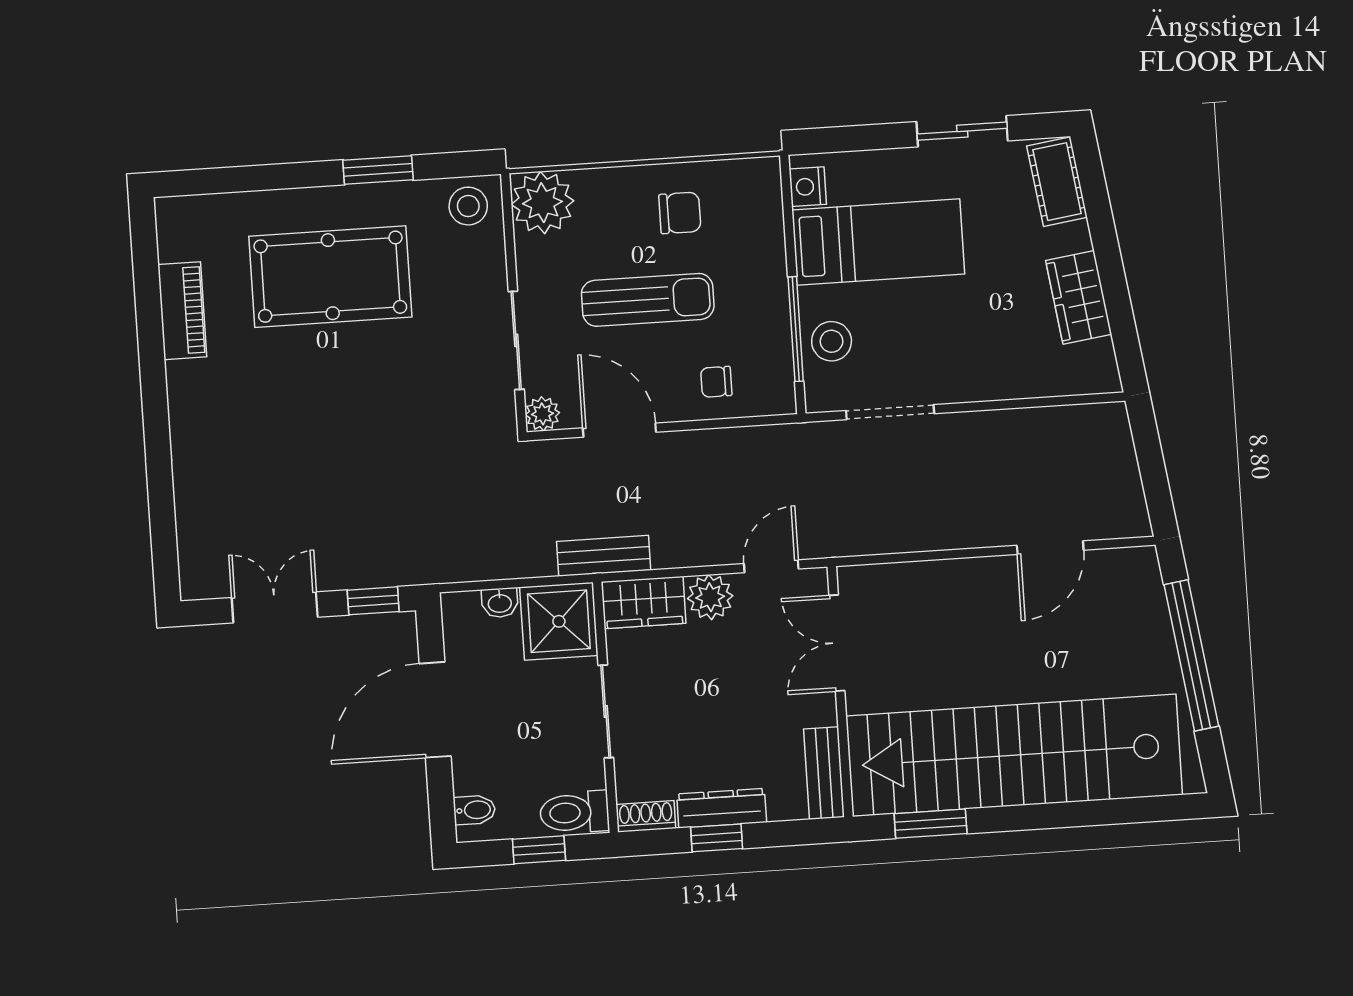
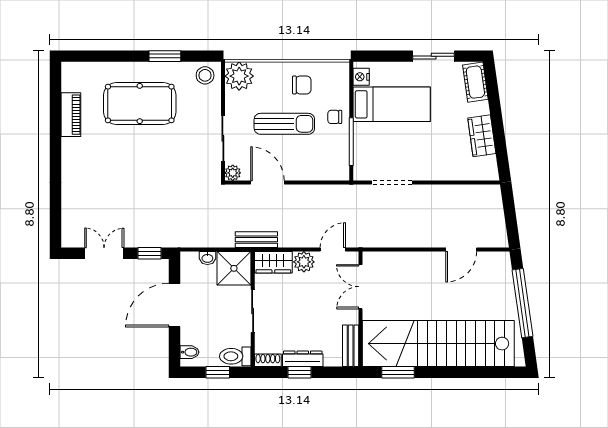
stool: (832, 341) -> (367, 148), removed
chair: (716, 382) -> (335, 117), moved

